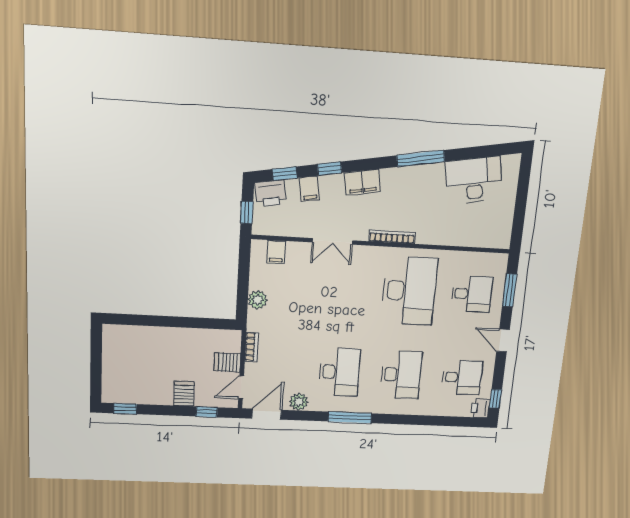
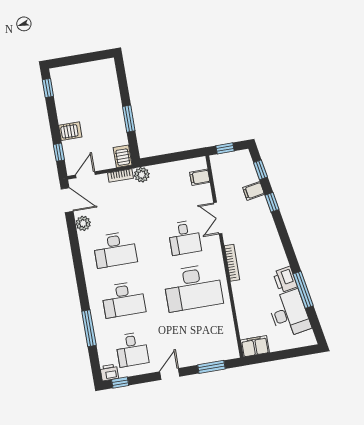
window: (421, 158) -> (303, 290), moved
filing cabinet: (362, 182) -> (255, 346), moved, turned 100
printer: (270, 193) -> (285, 280), moved
desk: (472, 294) -> (184, 238), moved
plant: (258, 300) -> (142, 175), moved
window: (183, 322) -> (129, 119), added
server rack: (227, 362) -> (123, 156), moved
door: (241, 387) -> (85, 175), hinge flipped
window: (350, 417) -> (89, 328), moved

